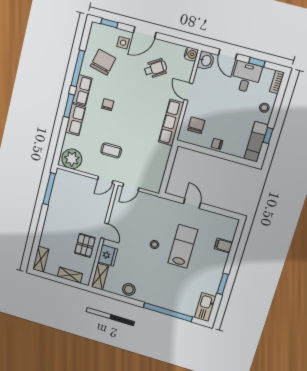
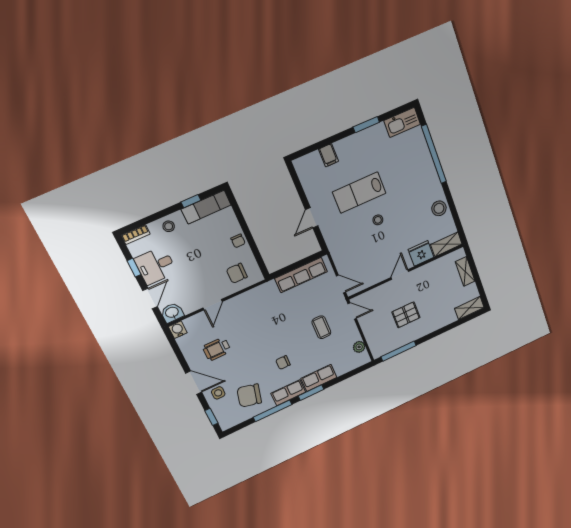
wheelchair: (155, 68) -> (217, 349), turned -57
row of seats: (171, 123) -> (301, 275), moved
plant: (72, 159) -> (359, 347), width x0.53, depth x0.53
pallet: (85, 245) -> (406, 315), moved

